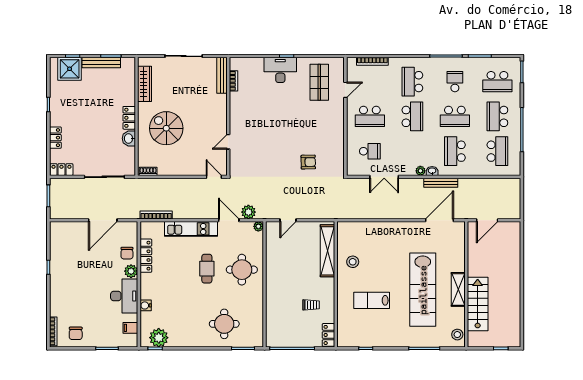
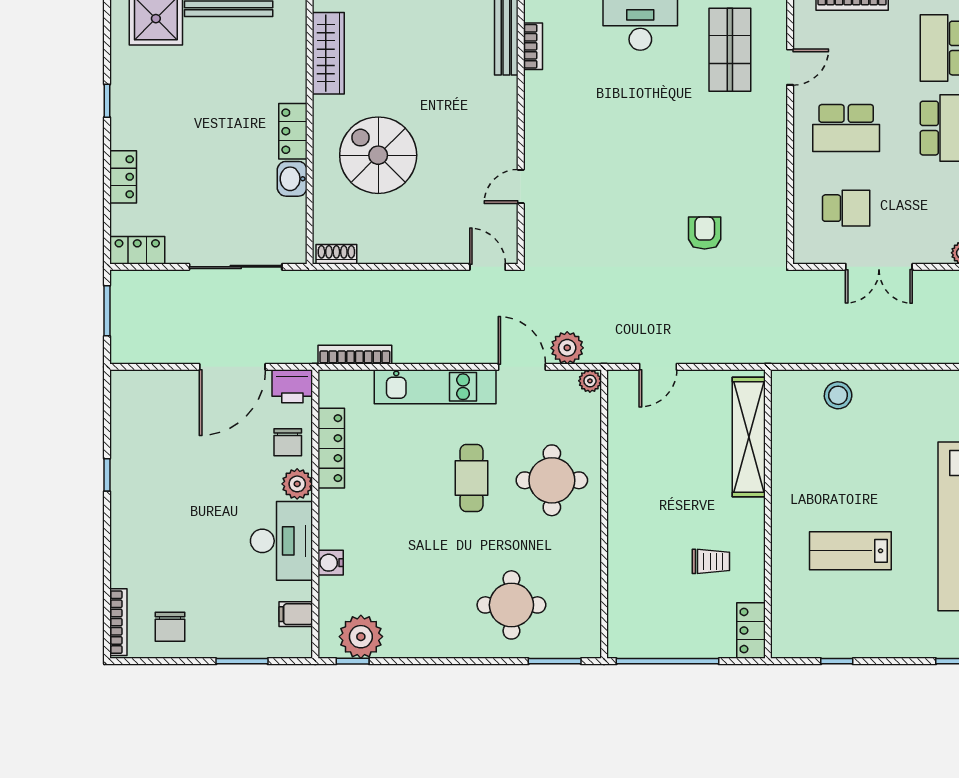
armchair: (308, 162) -> (705, 233), turned -89
printer: (129, 229) -> (292, 386), added
stool: (353, 262) -> (838, 395), moved

